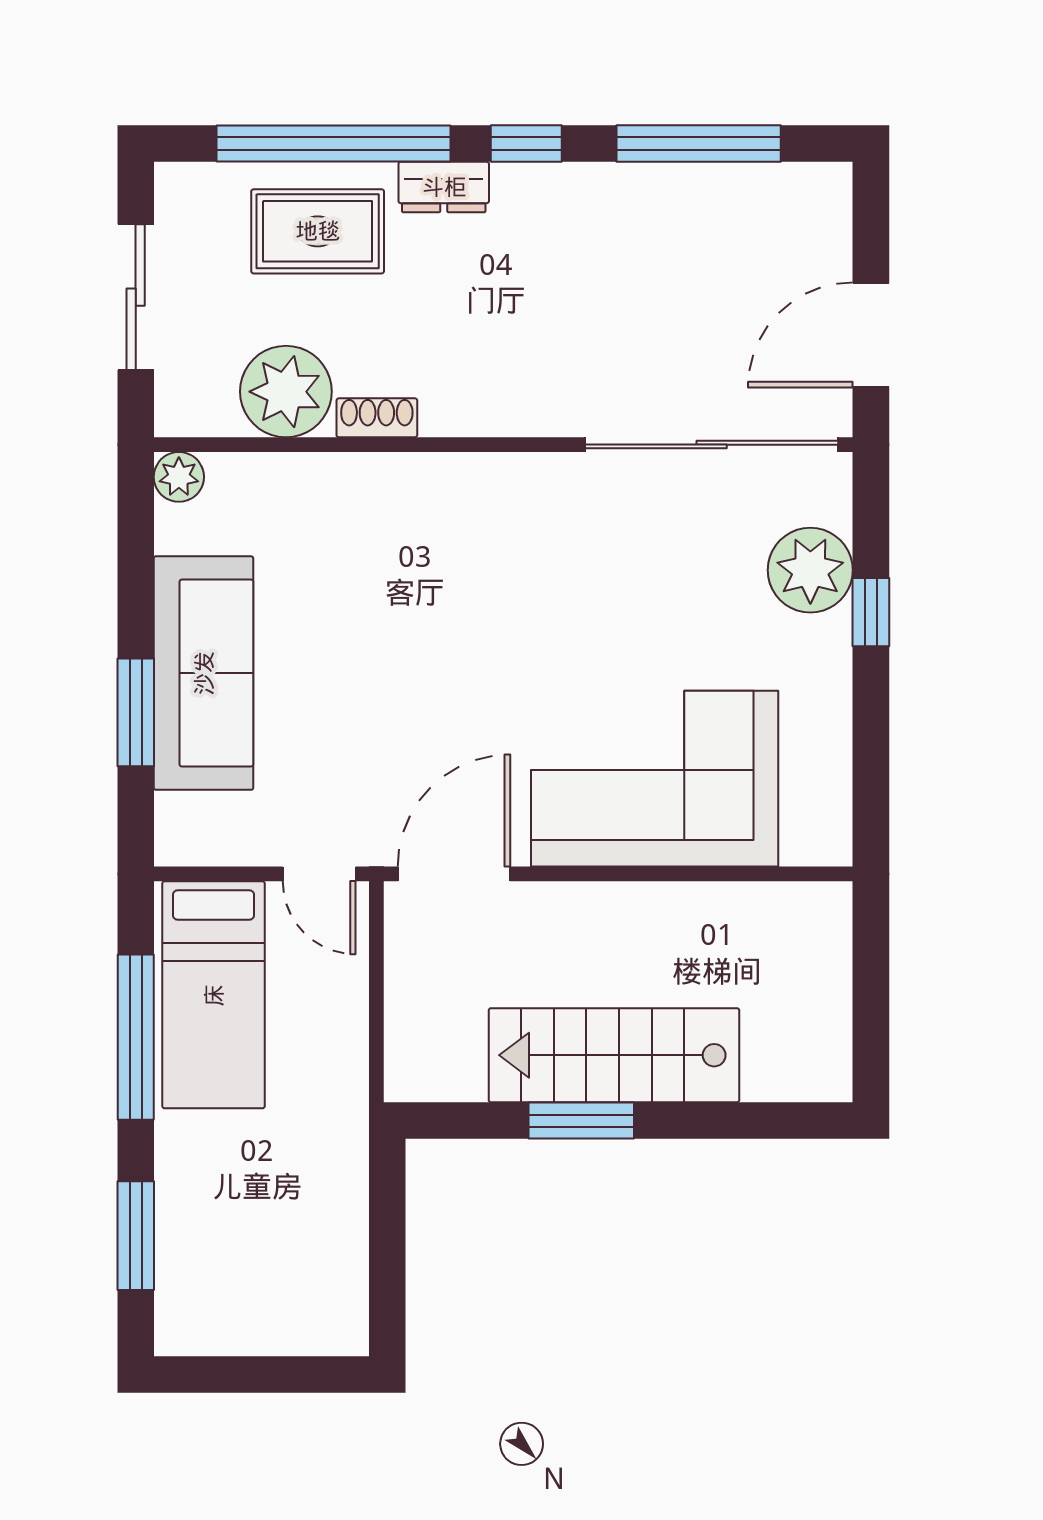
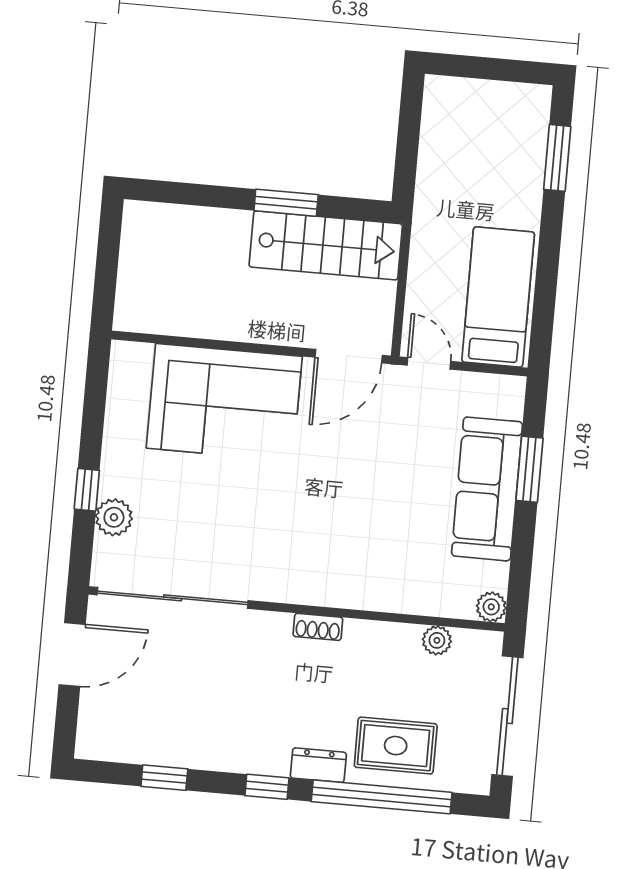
window: (699, 144) -> (164, 778), width x0.46
sliding door: (136, 297) -> (507, 716), width x1.37
plant: (286, 392) -> (437, 640), width x0.53, depth x0.53
shoe rack: (377, 418) -> (318, 627), moved
plant: (810, 570) -> (114, 517), width x0.73, depth x0.73
window: (136, 1037) -> (547, 276), removed
stairs: (614, 1055) -> (326, 245), moved

